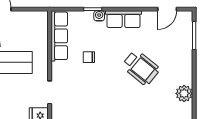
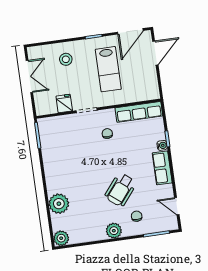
chair: (172, 54) -> (137, 216), added
chair: (89, 57) -> (107, 134), moved
plant: (184, 93) -> (114, 231), moved

